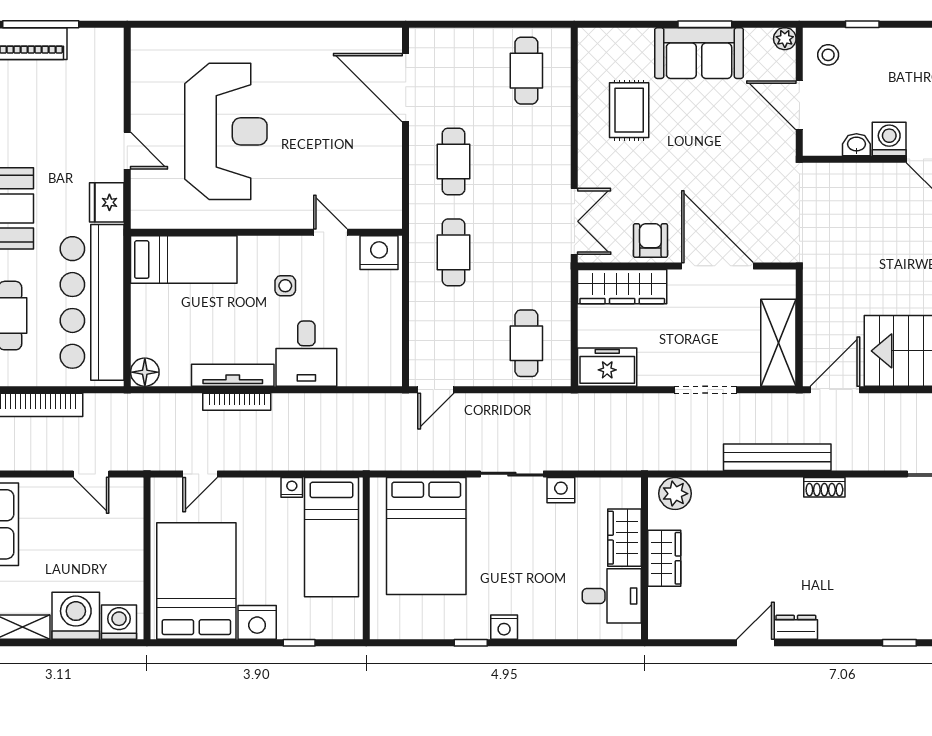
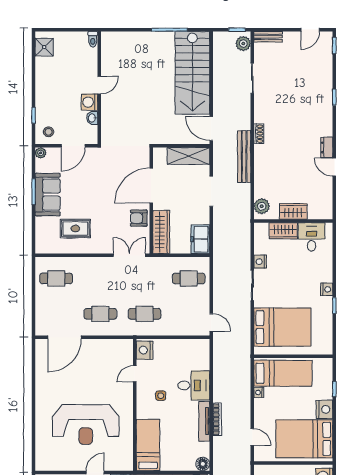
reception desk: (226, 131) -> (86, 425), turned 180

